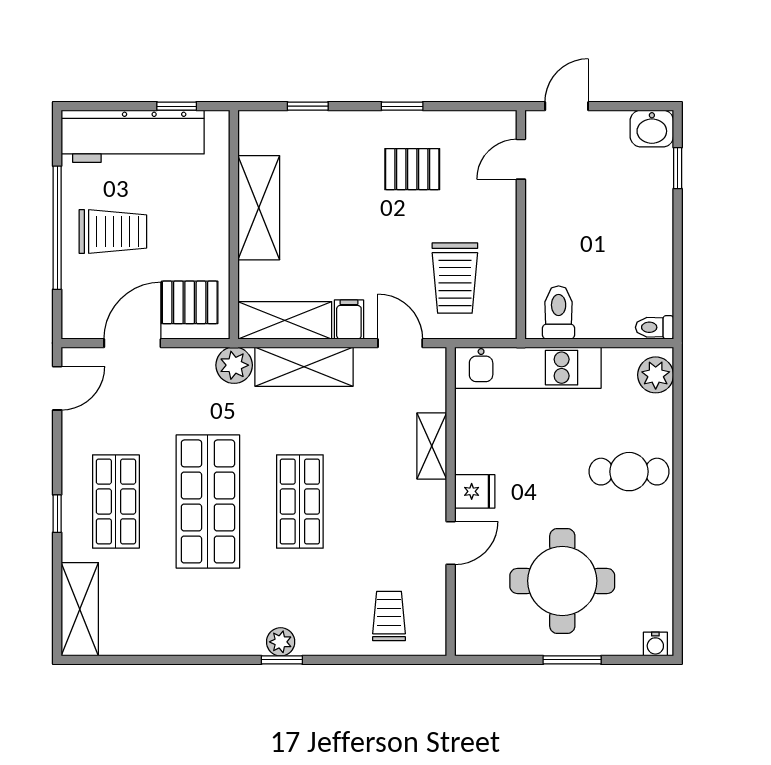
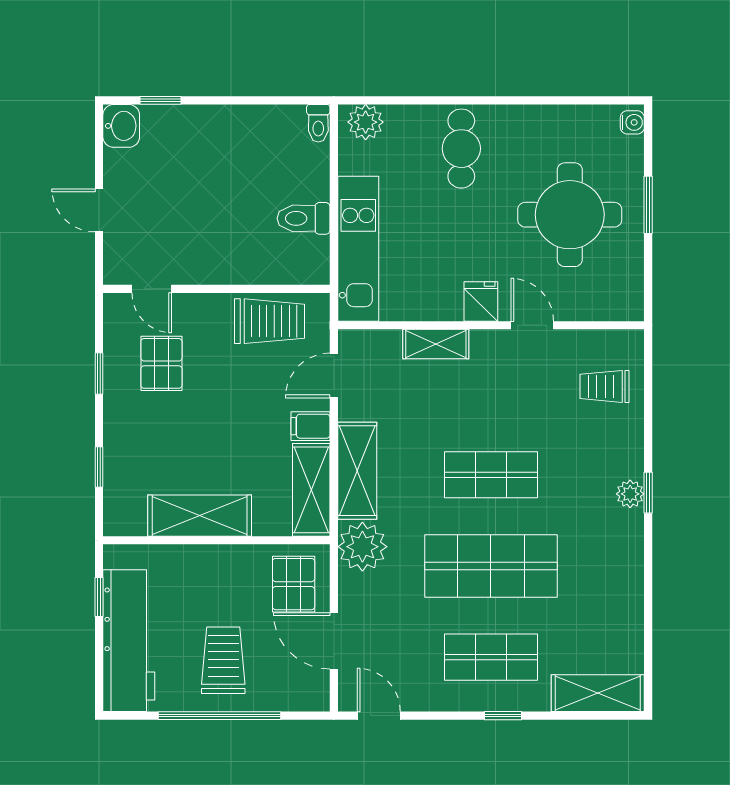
door: (521, 159) -> (152, 289), moved
wall: (521, 225) -> (216, 289), moved
plant: (234, 365) -> (362, 547), width x1.36, depth x1.36

